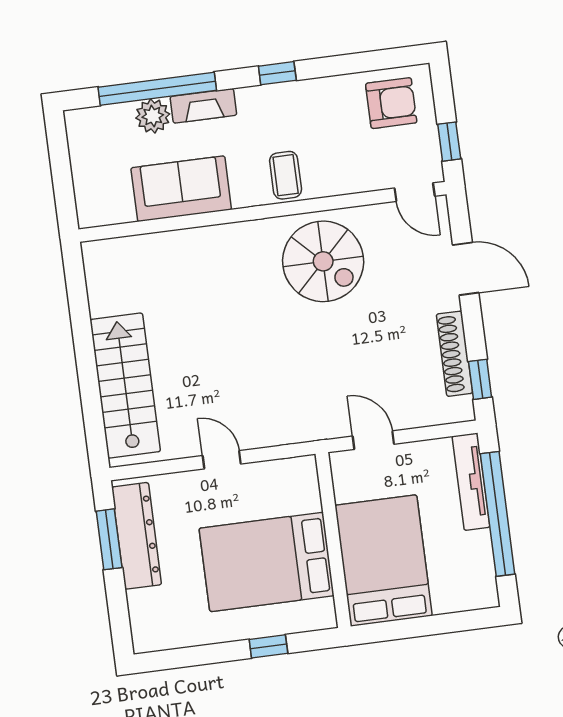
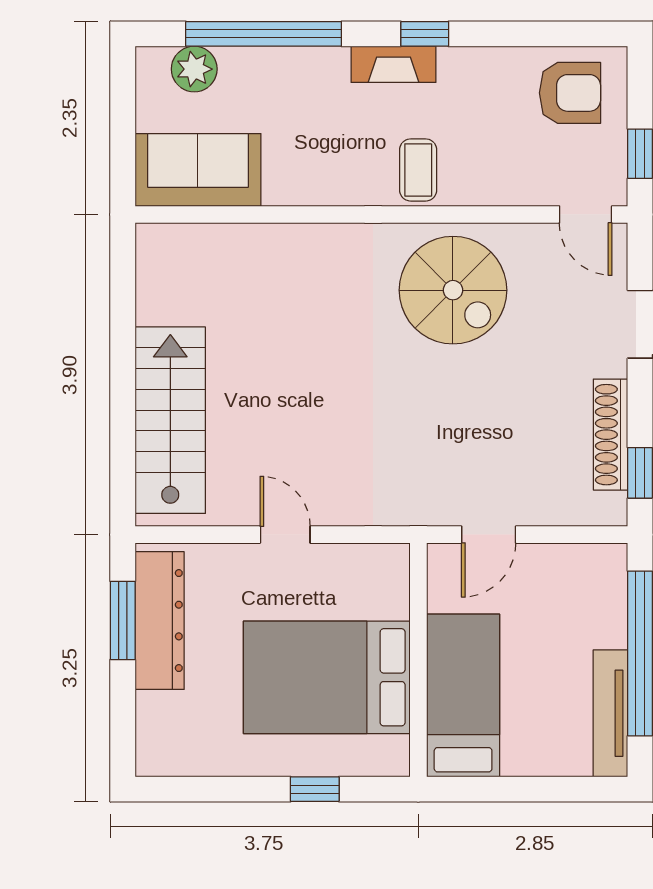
fireplace: (203, 106) -> (394, 64), moved
plant: (153, 116) -> (194, 69), moved
sofa: (181, 189) -> (198, 170), moved
door: (373, 440) -> (489, 535), swing flipped
tv unit: (471, 482) -> (610, 713), moved
bed: (384, 561) -> (463, 695), width x0.67

